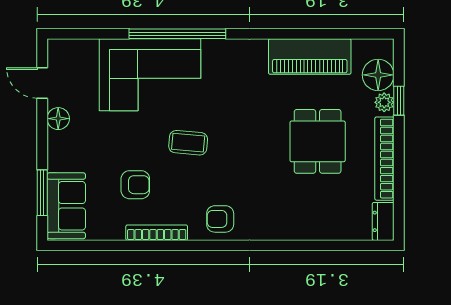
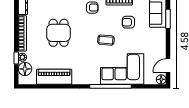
door: (42, 83) -> (168, 66), swing flipped
floor lamp: (58, 119) -> (161, 79), moved
dining table: (318, 141) -> (59, 33), moved

